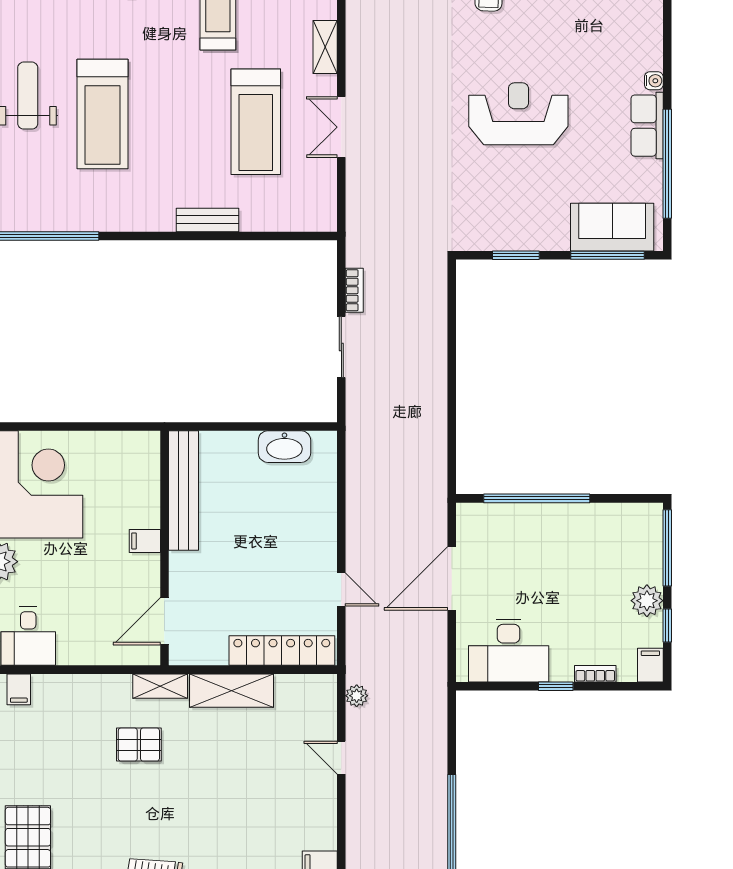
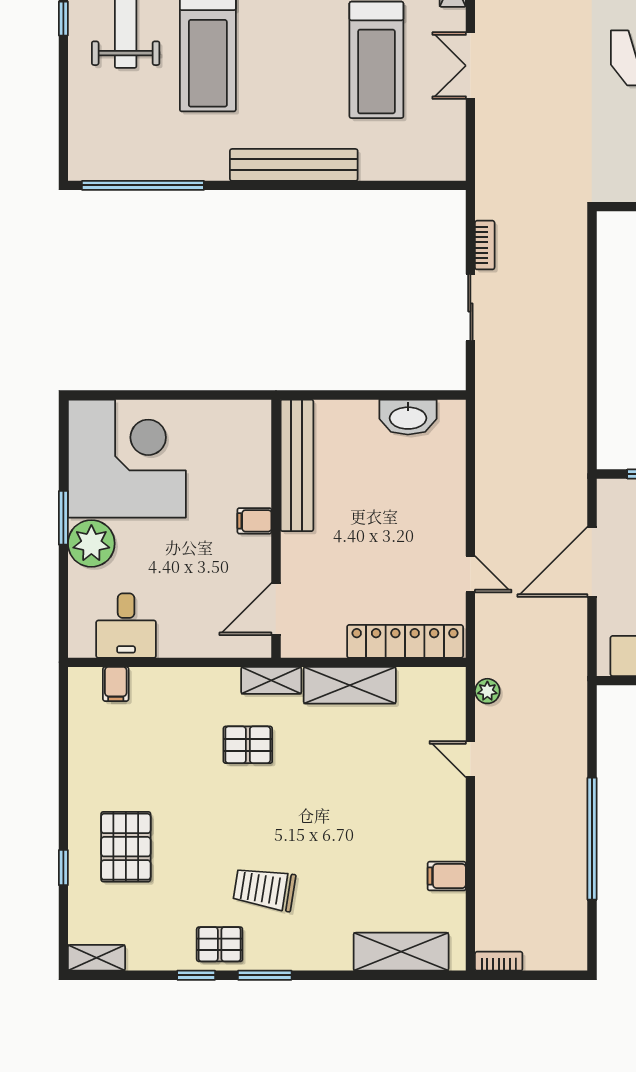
bench: (208, 220) -> (294, 165), width x1.86, depth x1.21

